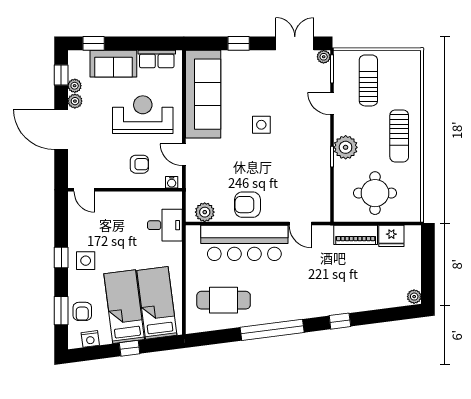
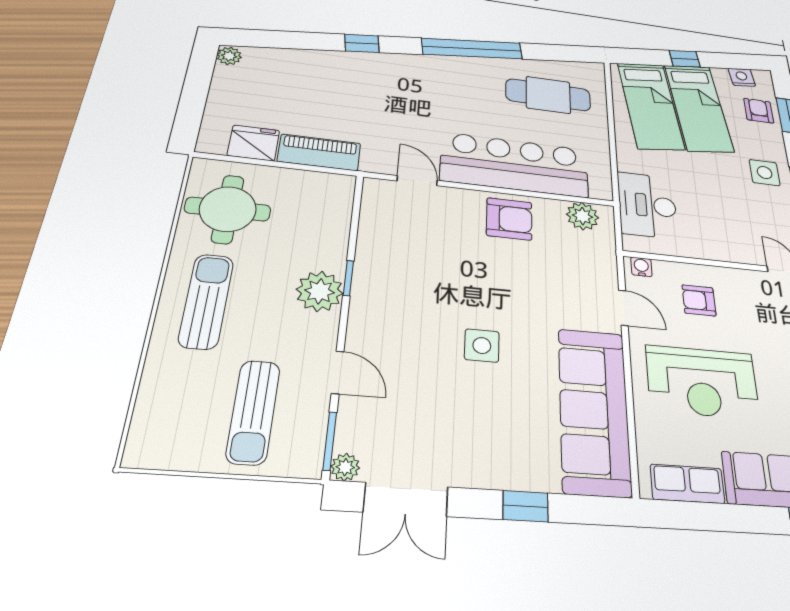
round table: (375, 193) -> (228, 209), moved
desk: (165, 225) -> (647, 205), width x1.37

